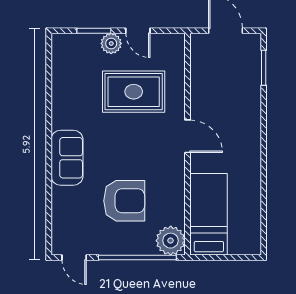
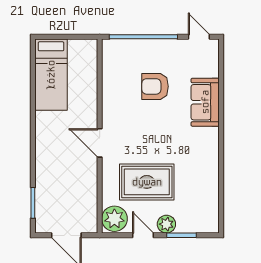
sofa: (67, 158) -> (205, 102), moved
armchair: (124, 201) -> (155, 86), width x0.73, depth x0.73
bed: (209, 214) -> (51, 75), moved
plant: (171, 241) -> (114, 219), moved

